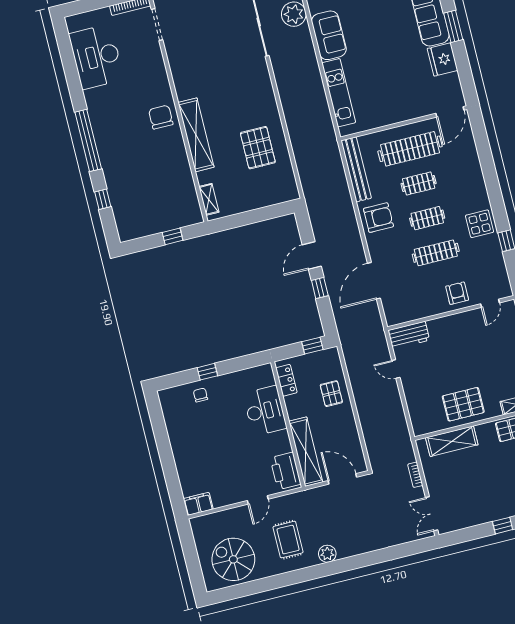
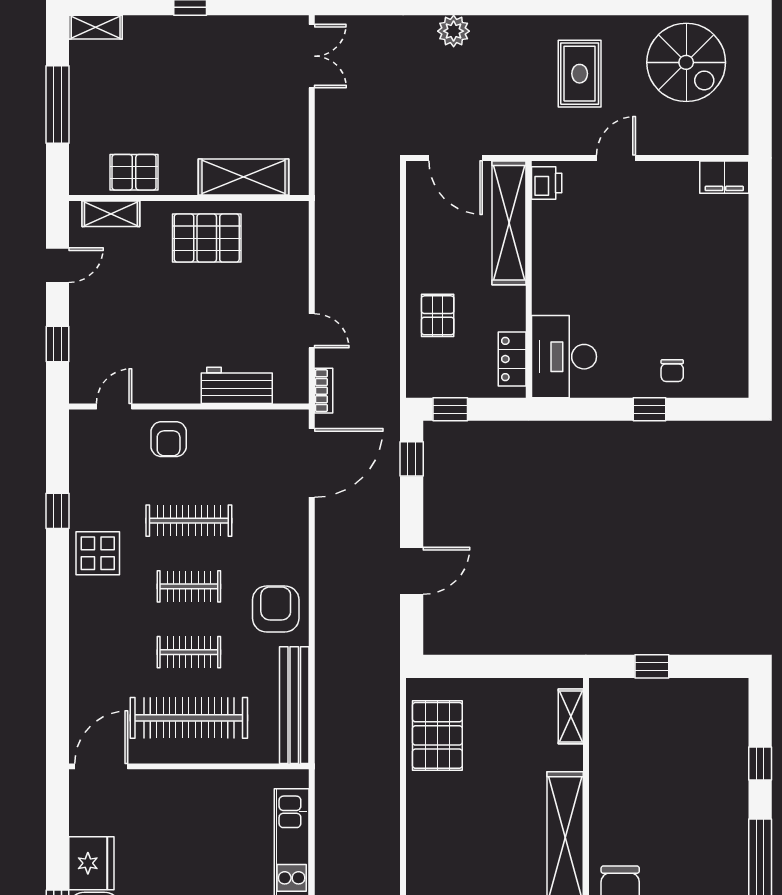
pallet: (258, 148) -> (437, 735), moved
armchair: (378, 218) -> (276, 609), turned 90
door: (374, 281) -> (312, 463), moved
window: (320, 288) -> (412, 459), moved
workbench: (409, 335) -> (237, 385), moved
desk: (265, 411) -> (564, 357), moved
printer: (286, 471) -> (547, 183), width x0.53, depth x0.68
bookcase: (415, 475) -> (324, 391), moved
plant: (327, 554) -> (454, 31), moved

